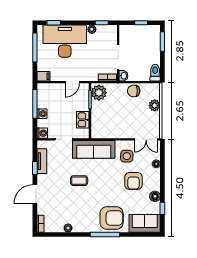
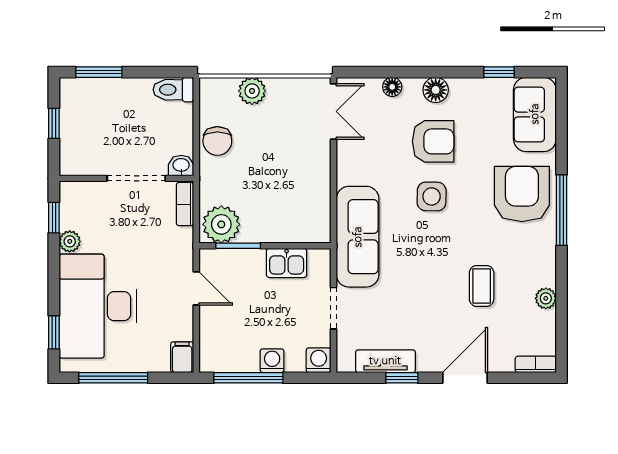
side table: (127, 156) -> (432, 196), moved
coffee table: (79, 181) -> (482, 286), moved
door: (35, 194) -> (465, 378), swing flipped
floor lamp: (155, 196) -> (436, 90), moved

